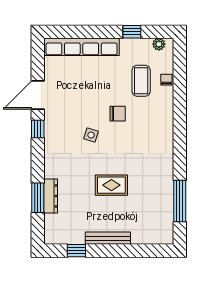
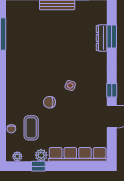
plant: (128, 46) -> (41, 155), added
rug: (111, 185) -> (54, 46), removed

